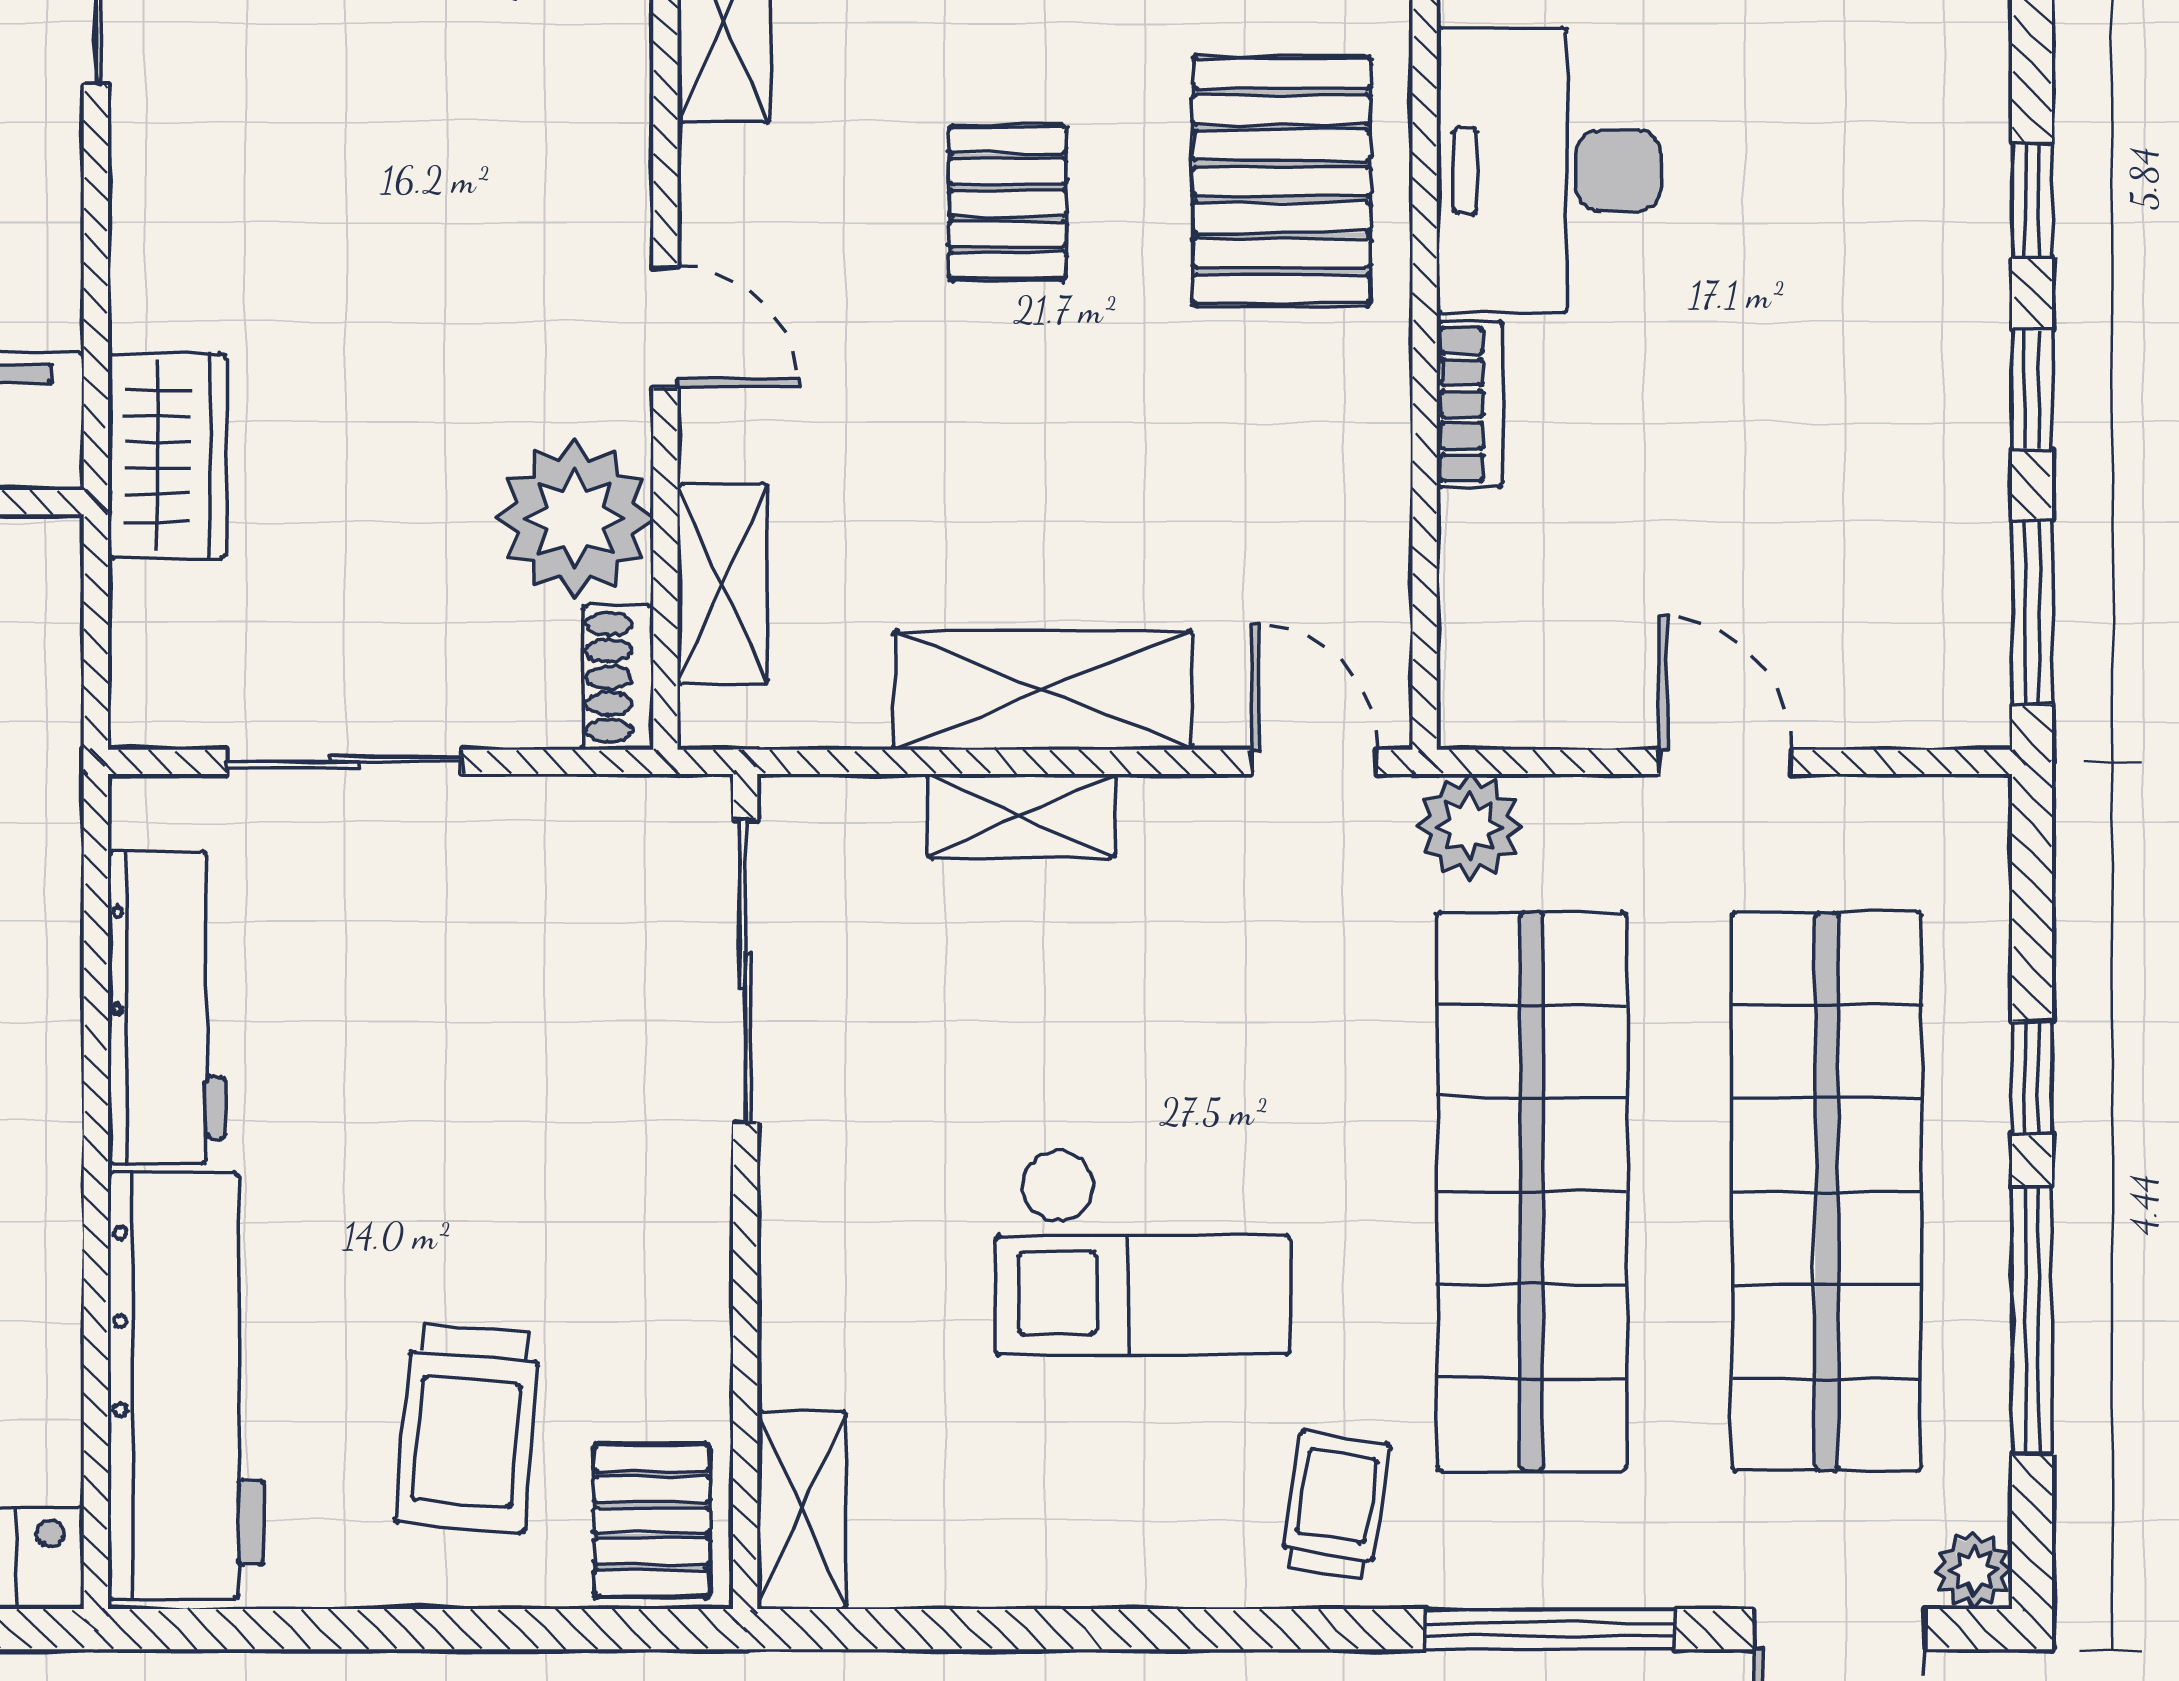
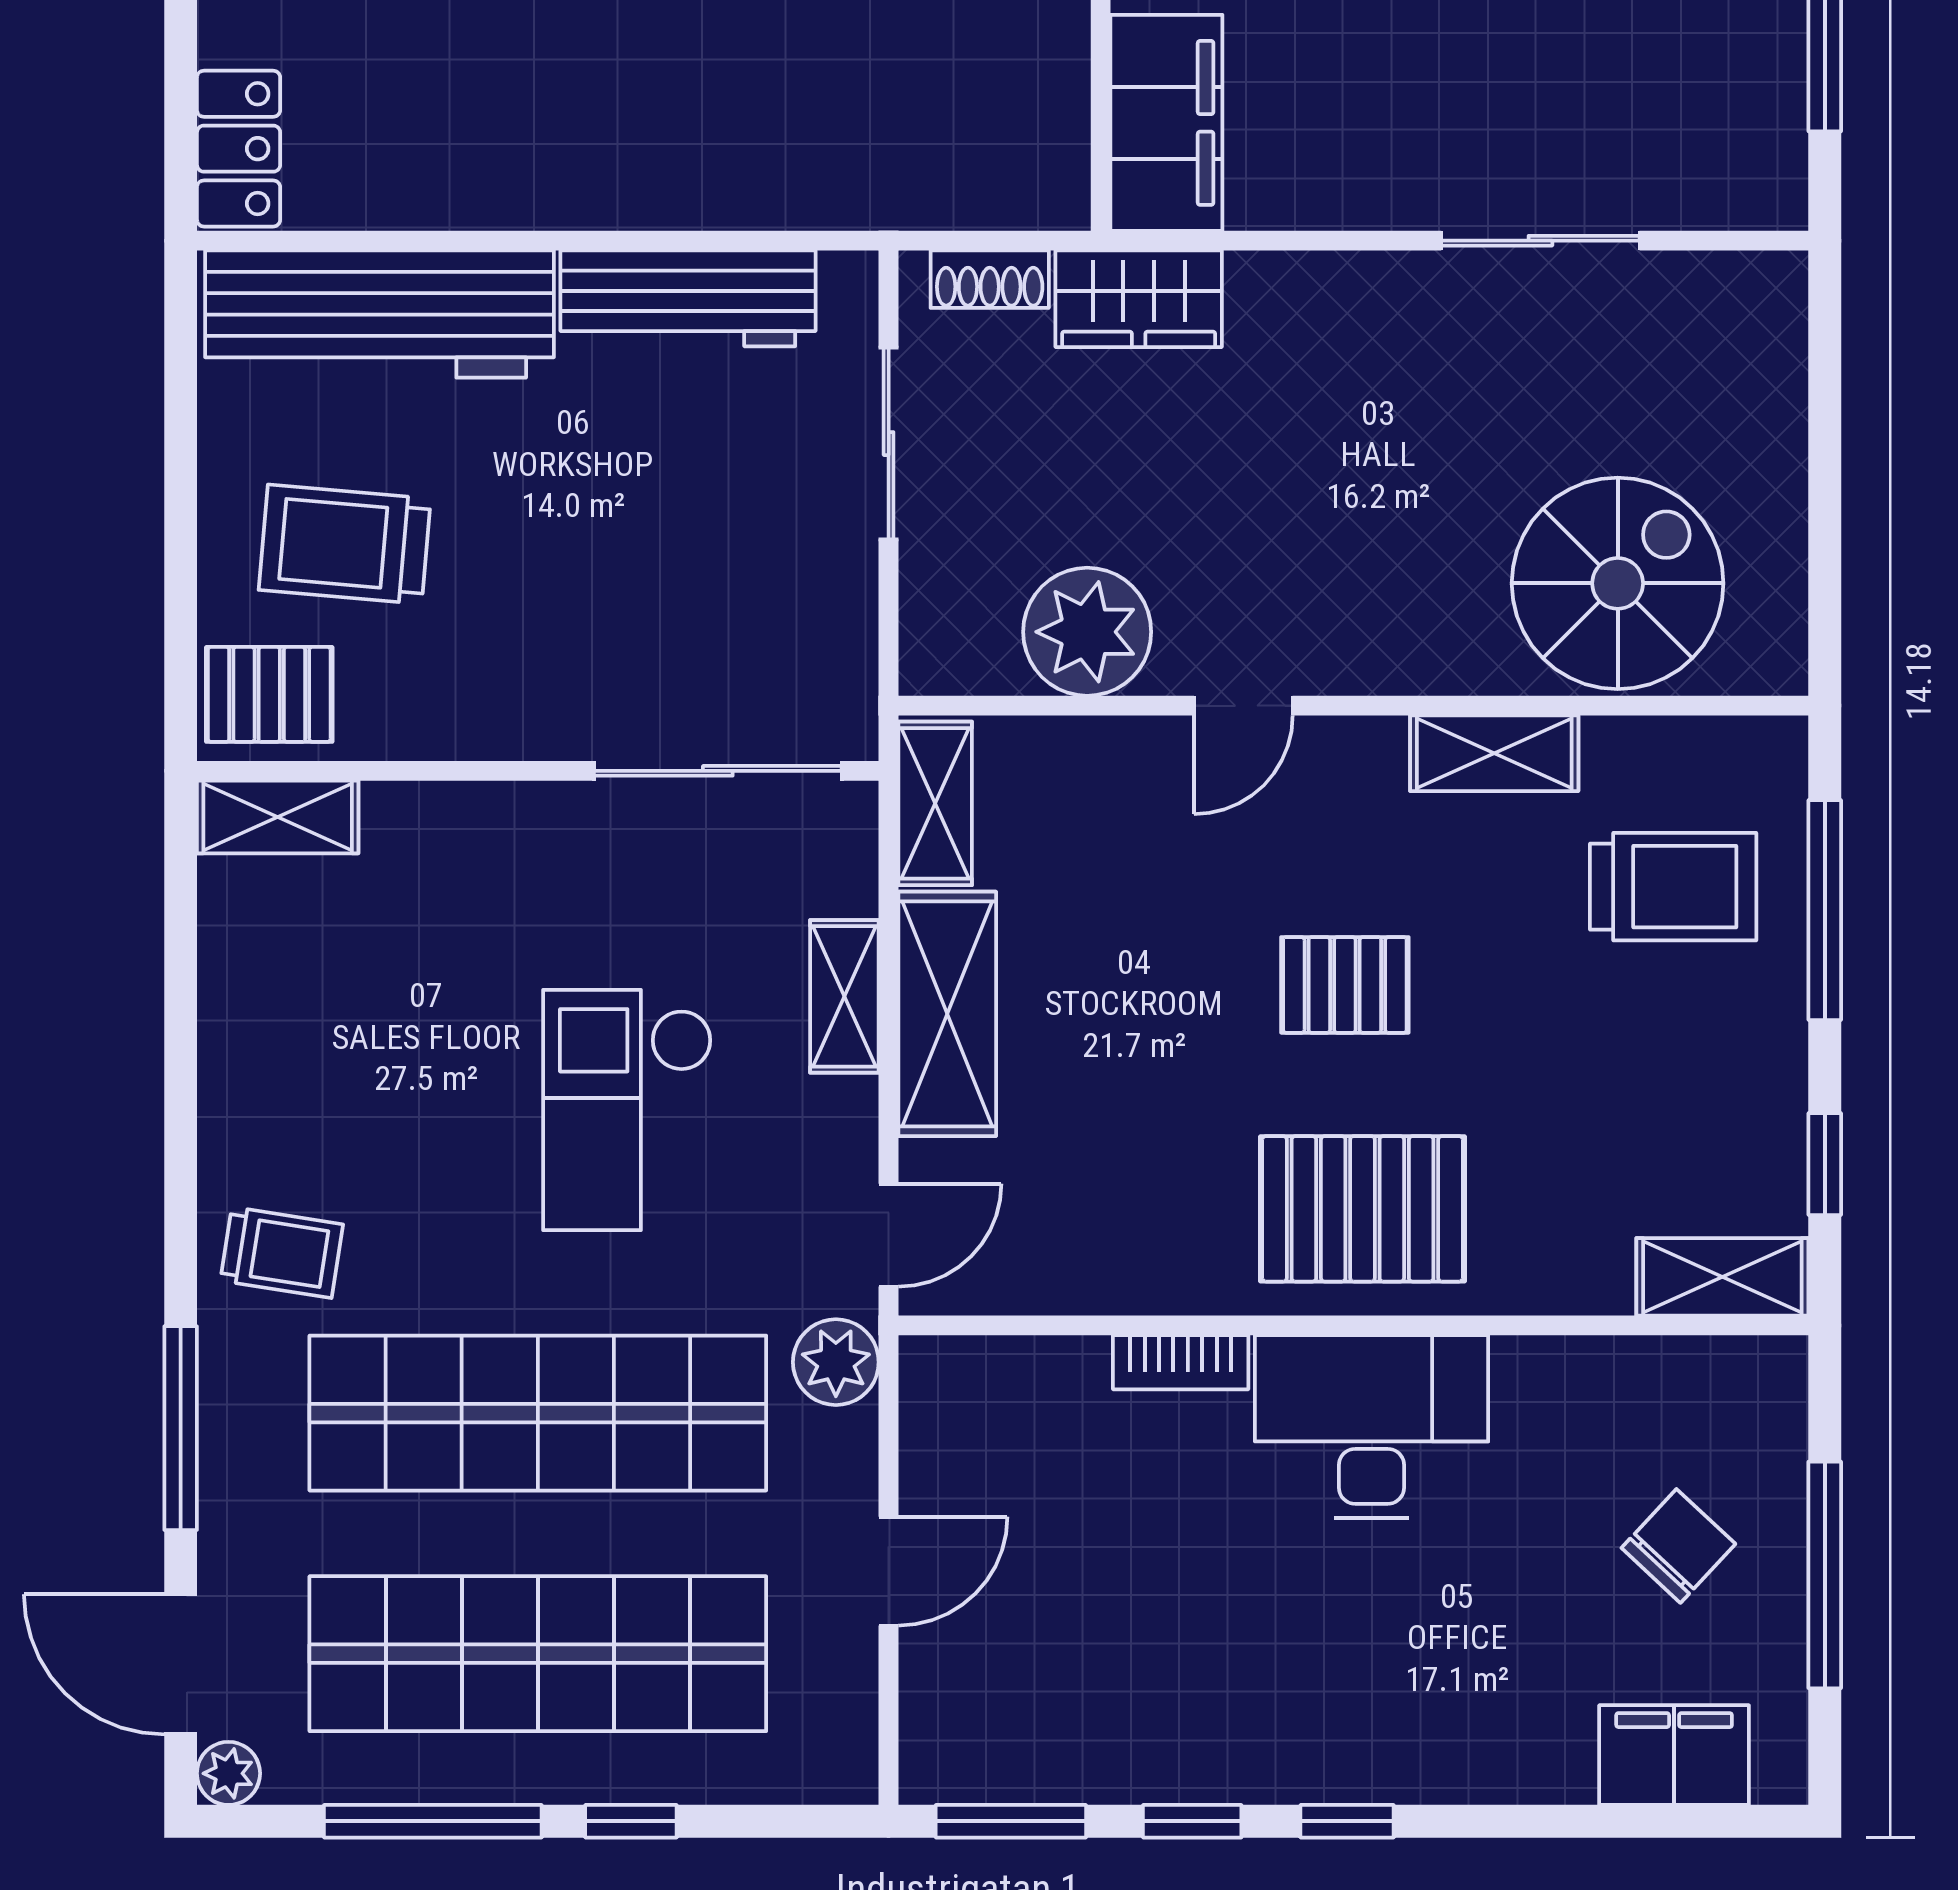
shelving: (722, 584) -> (935, 803), moved, turned 90
shoe rack: (618, 677) -> (990, 279), moved, turned 180
checkout: (1143, 1252) -> (627, 1110), moved

